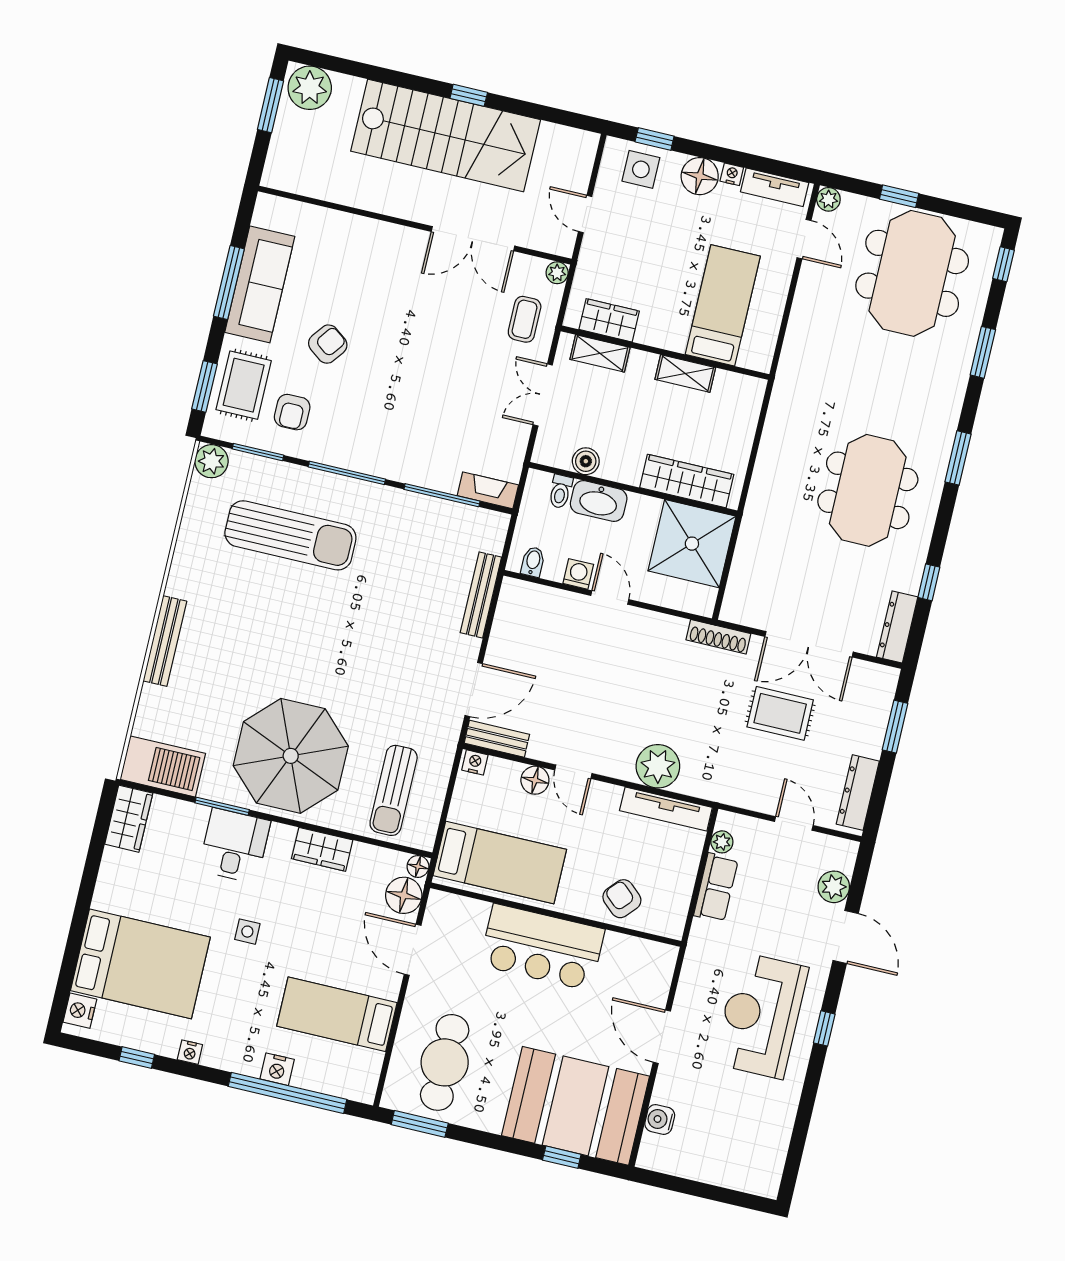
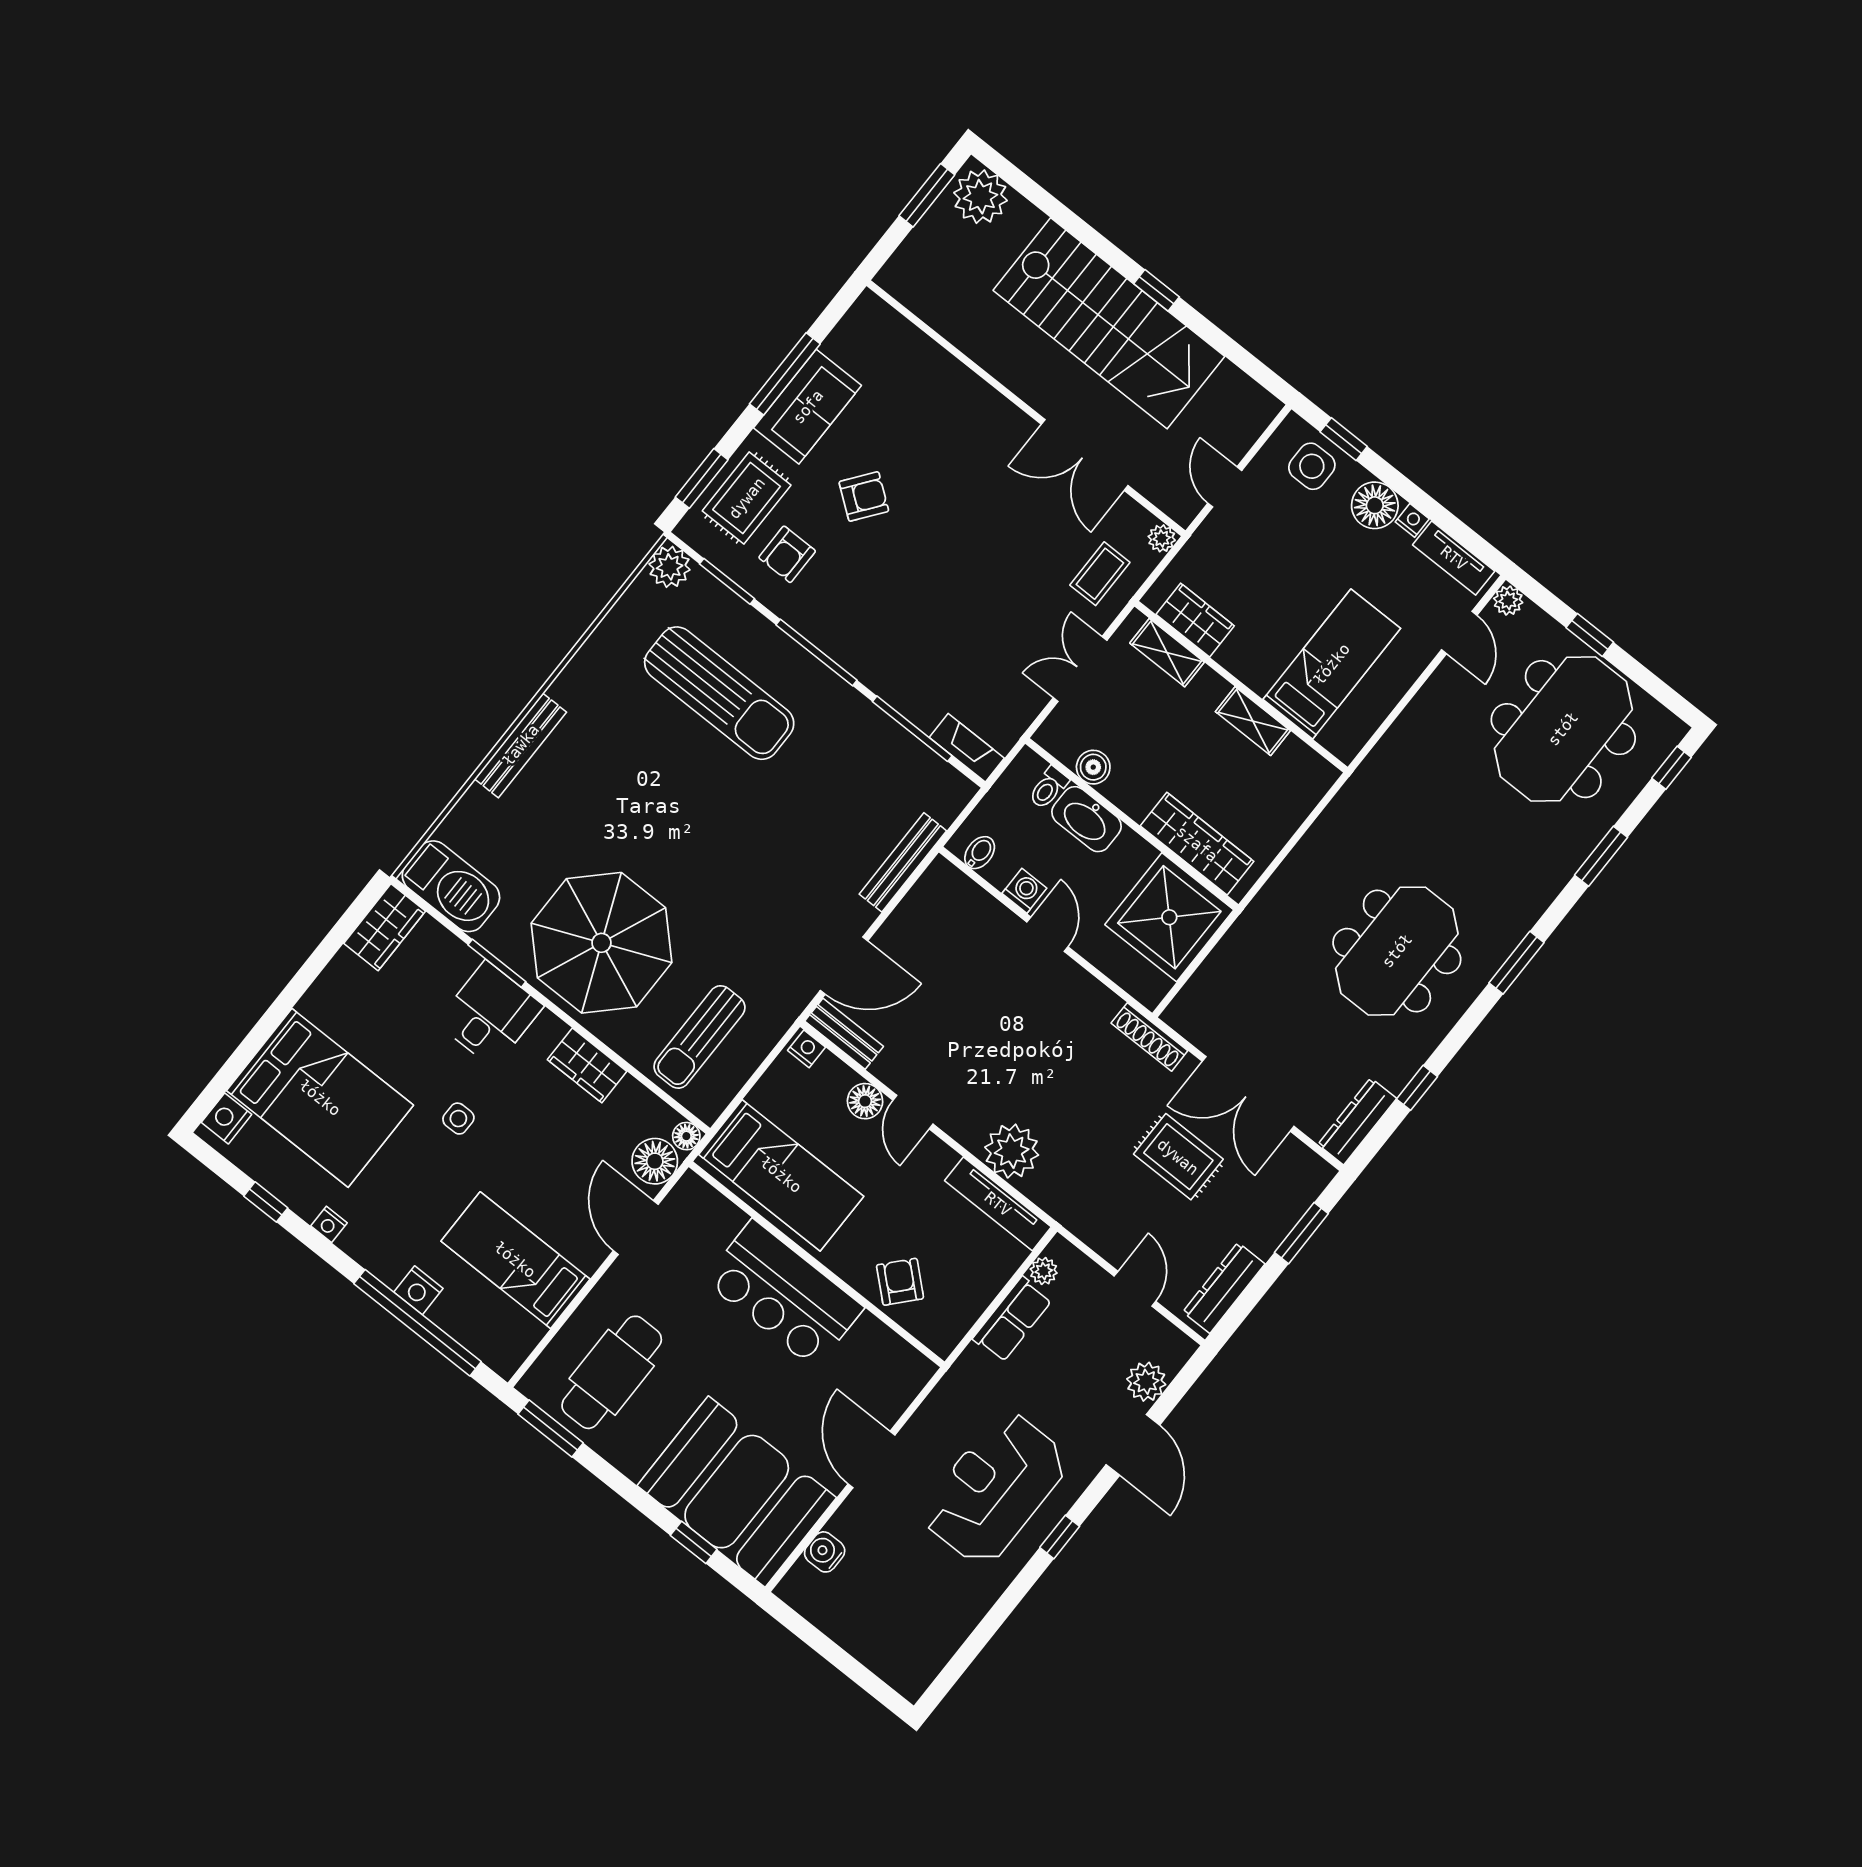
sofa: (260, 284) -> (808, 407), width x0.73

